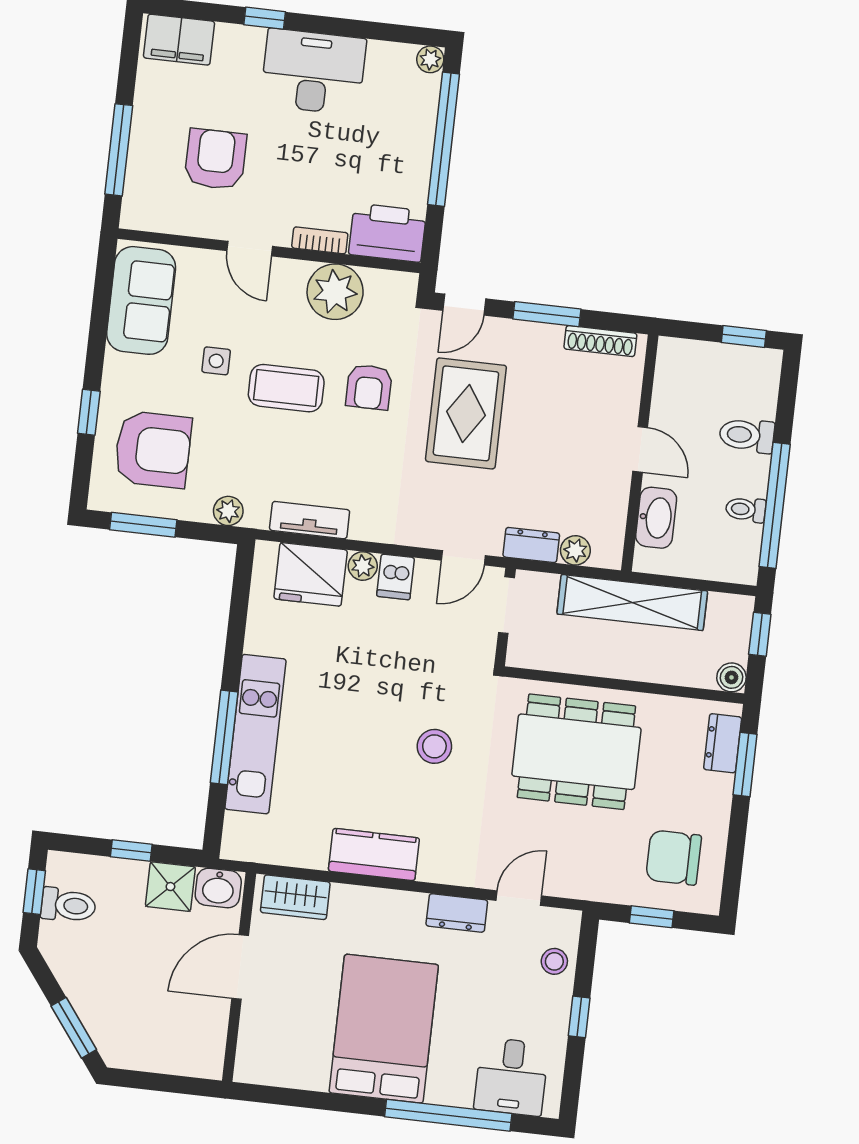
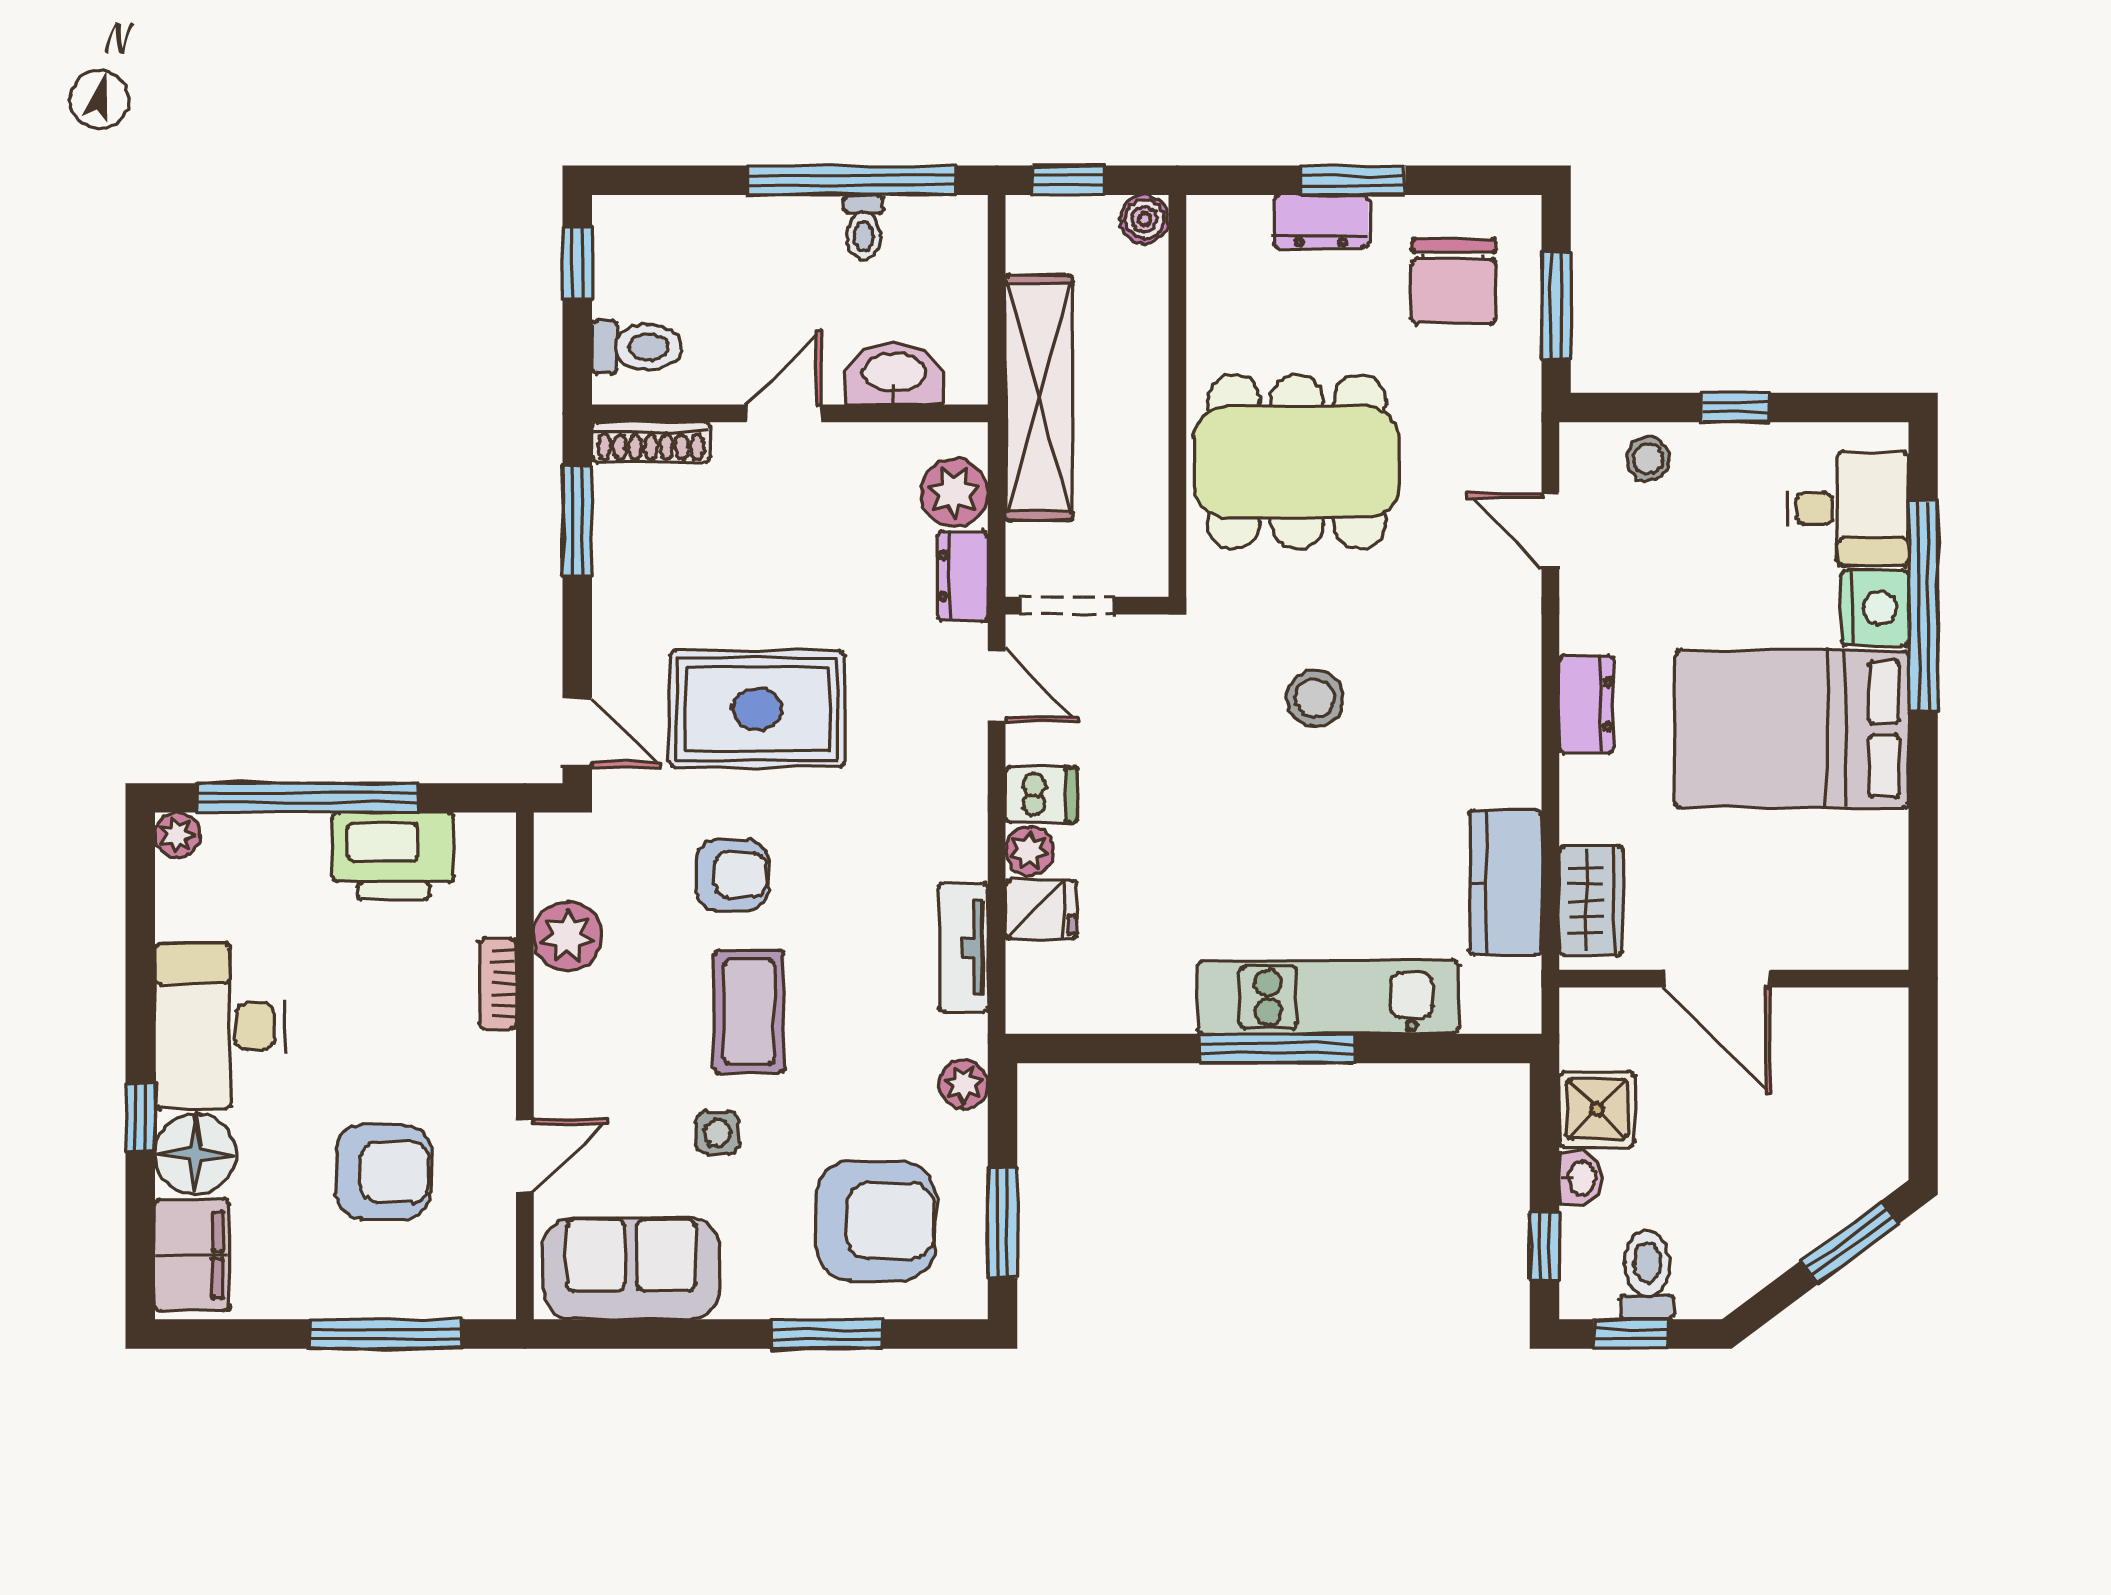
floor lamp: (239, 48) -> (195, 1154), added
armchair: (215, 159) -> (383, 1172), turned 180
printer: (387, 233) -> (393, 856), moved, turned -90
door: (250, 249) -> (525, 1156), moved
plant: (335, 292) -> (568, 936), width x0.73, depth x0.73
window: (547, 314) -> (577, 521), moved
shoe rack: (600, 341) -> (651, 442), moved, turned 90
window: (89, 412) -> (826, 1334), width x1.50
toilet: (747, 435) -> (636, 347), moved, turned -90
armchair: (153, 449) -> (876, 1221), turned 90
plant: (575, 550) -> (954, 493), width x1.38, depth x1.38
fridge: (311, 574) -> (1041, 910), width x0.53, depth x0.75
window: (224, 737) -> (1277, 1048), moved
dresser: (723, 743) -> (1321, 221), moved
dining table: (576, 752) -> (1297, 462), turned 90
window: (745, 764) -> (1353, 180), moved
window: (131, 850) -> (1544, 1246), moved
kitchen counter: (374, 855) -> (1505, 882), moved
washbasin: (218, 888) -> (1581, 1178), moved, width x0.72, depth x0.69
dresser: (457, 913) -> (1586, 704), moved
window: (652, 917) -> (1556, 306), width x1.50
nightstand: (450, 1086) -> (1875, 608), added

